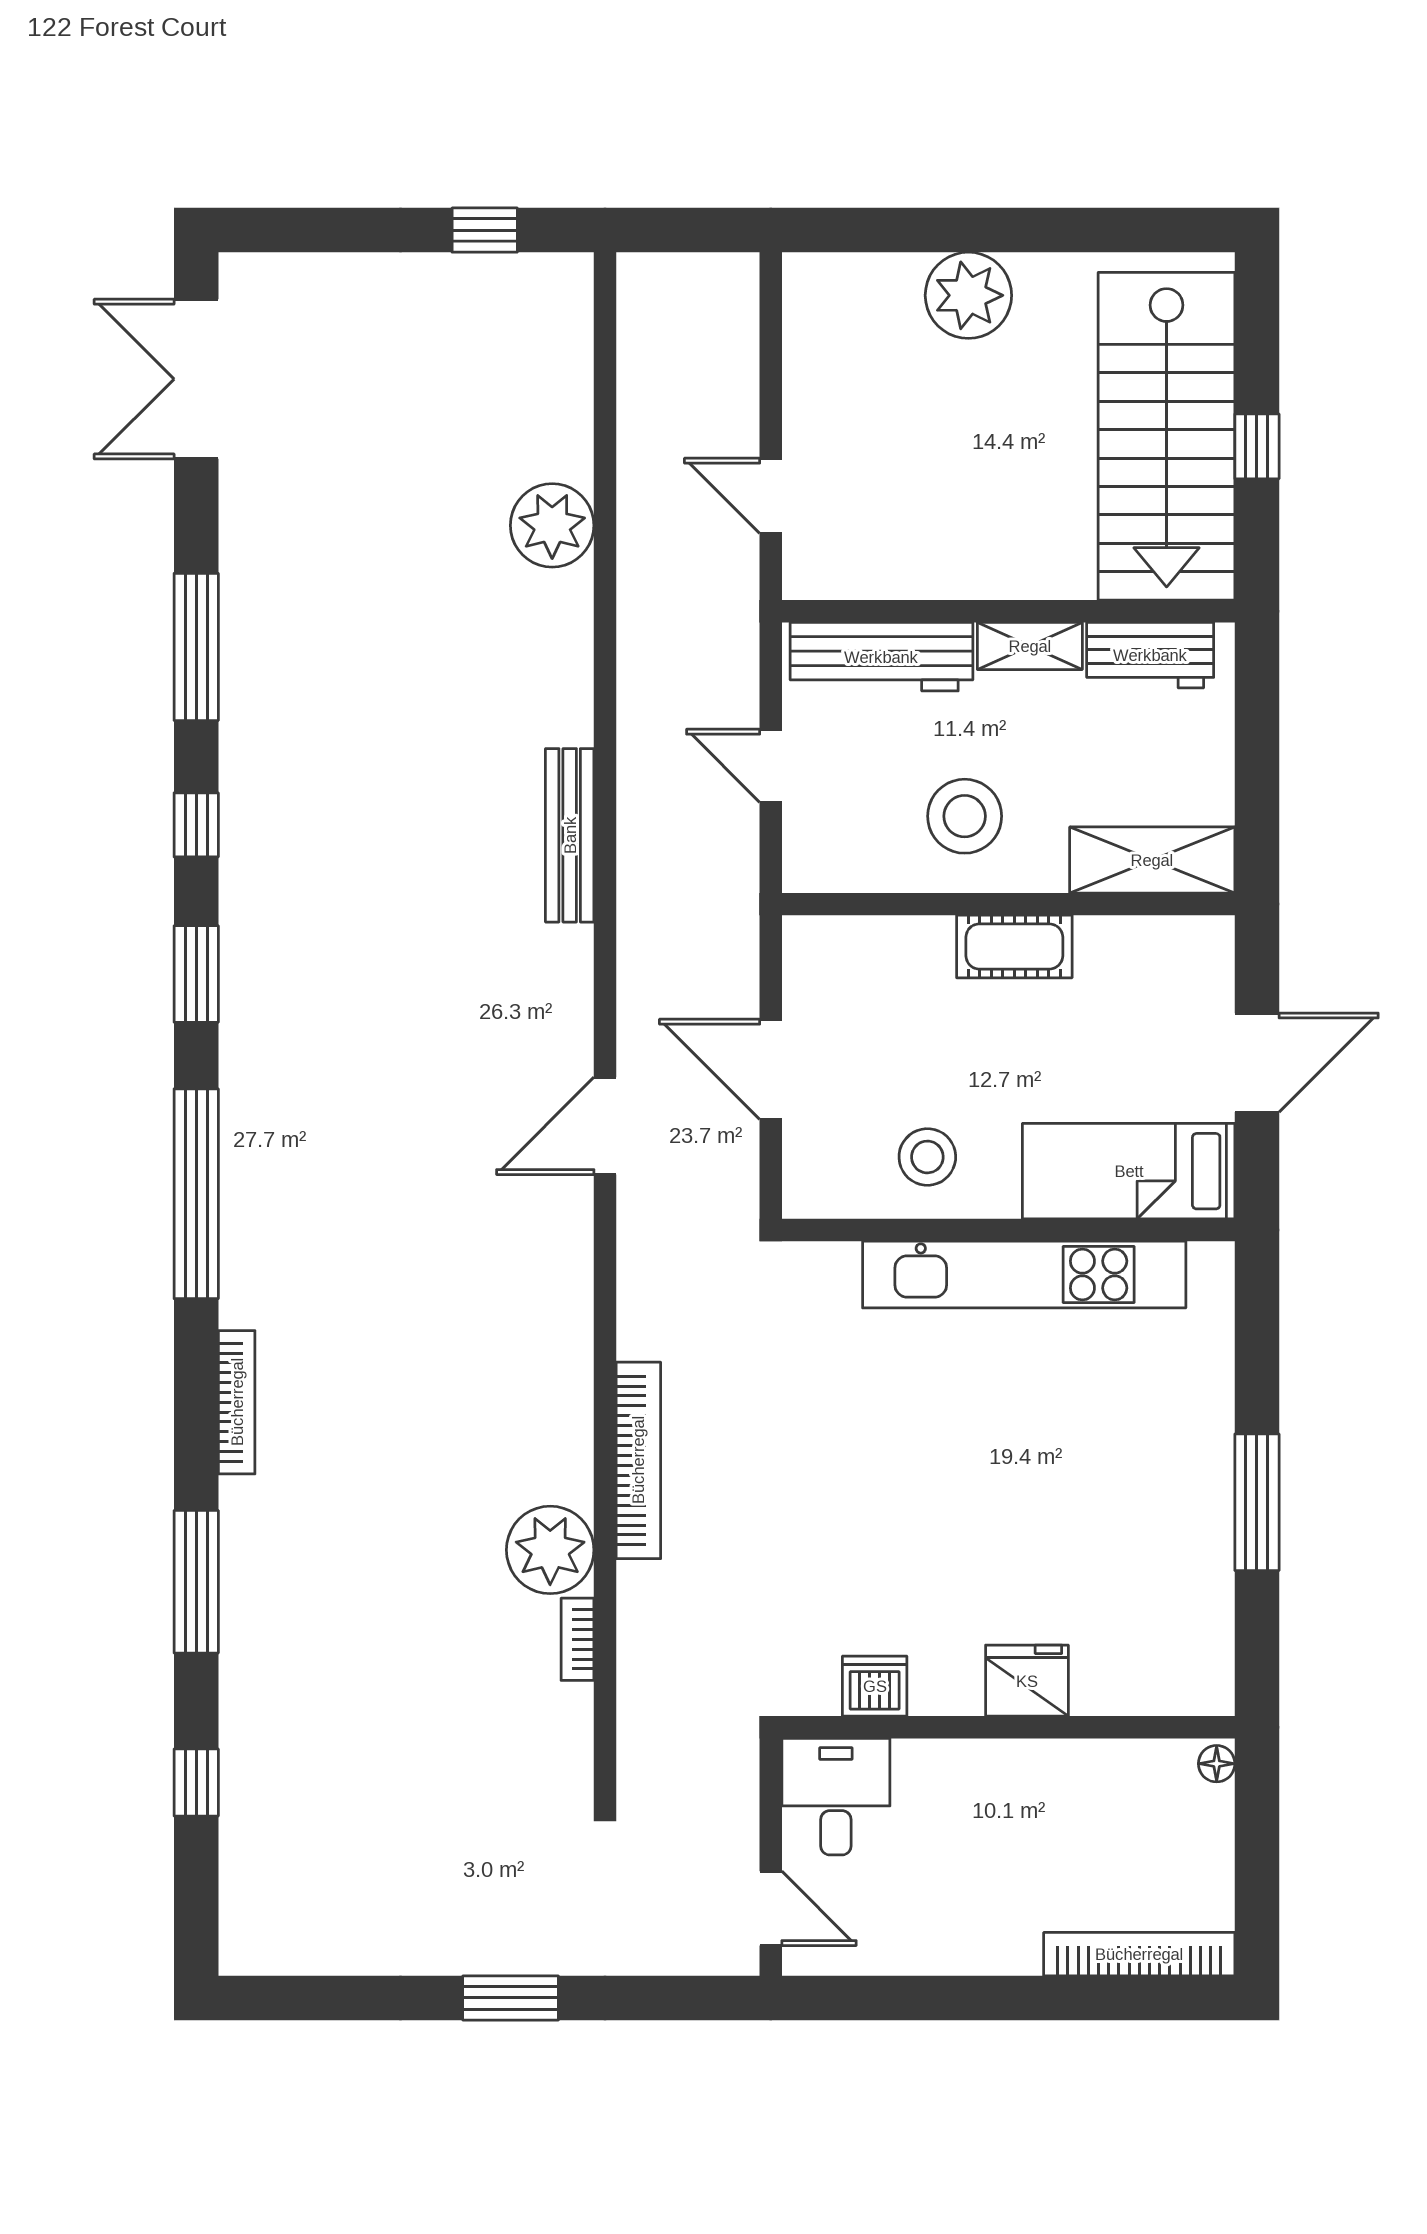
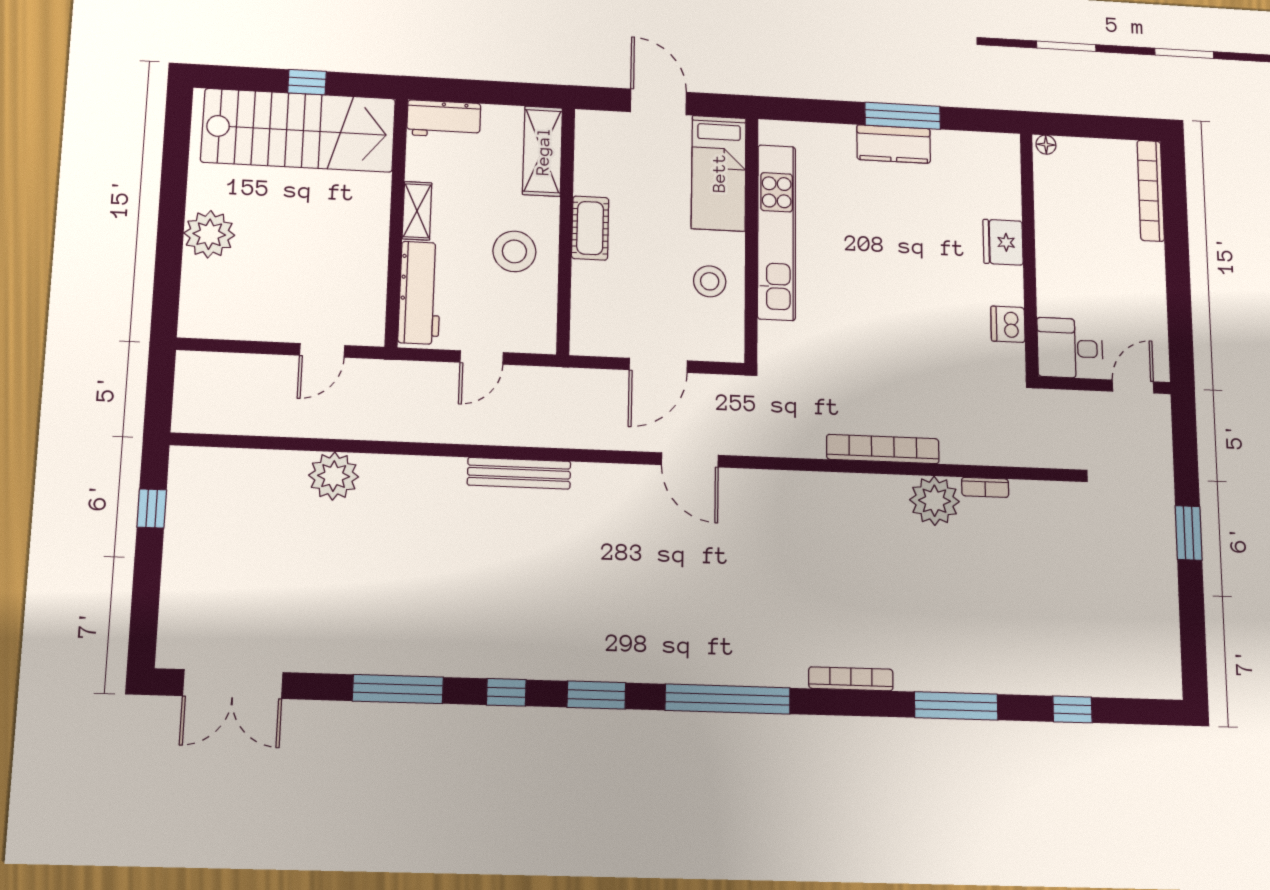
workbench: (1150, 655) -> (444, 119), moved, turned 90
kitchen counter: (1202, 1485) -> (894, 144), added

